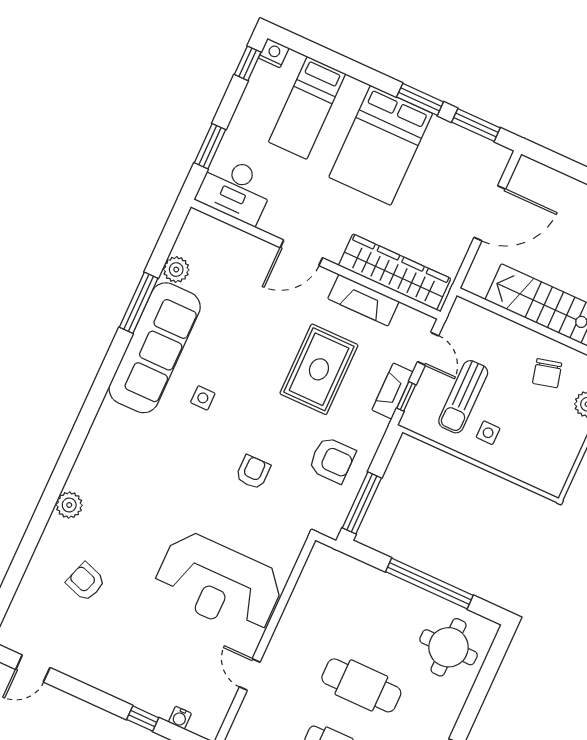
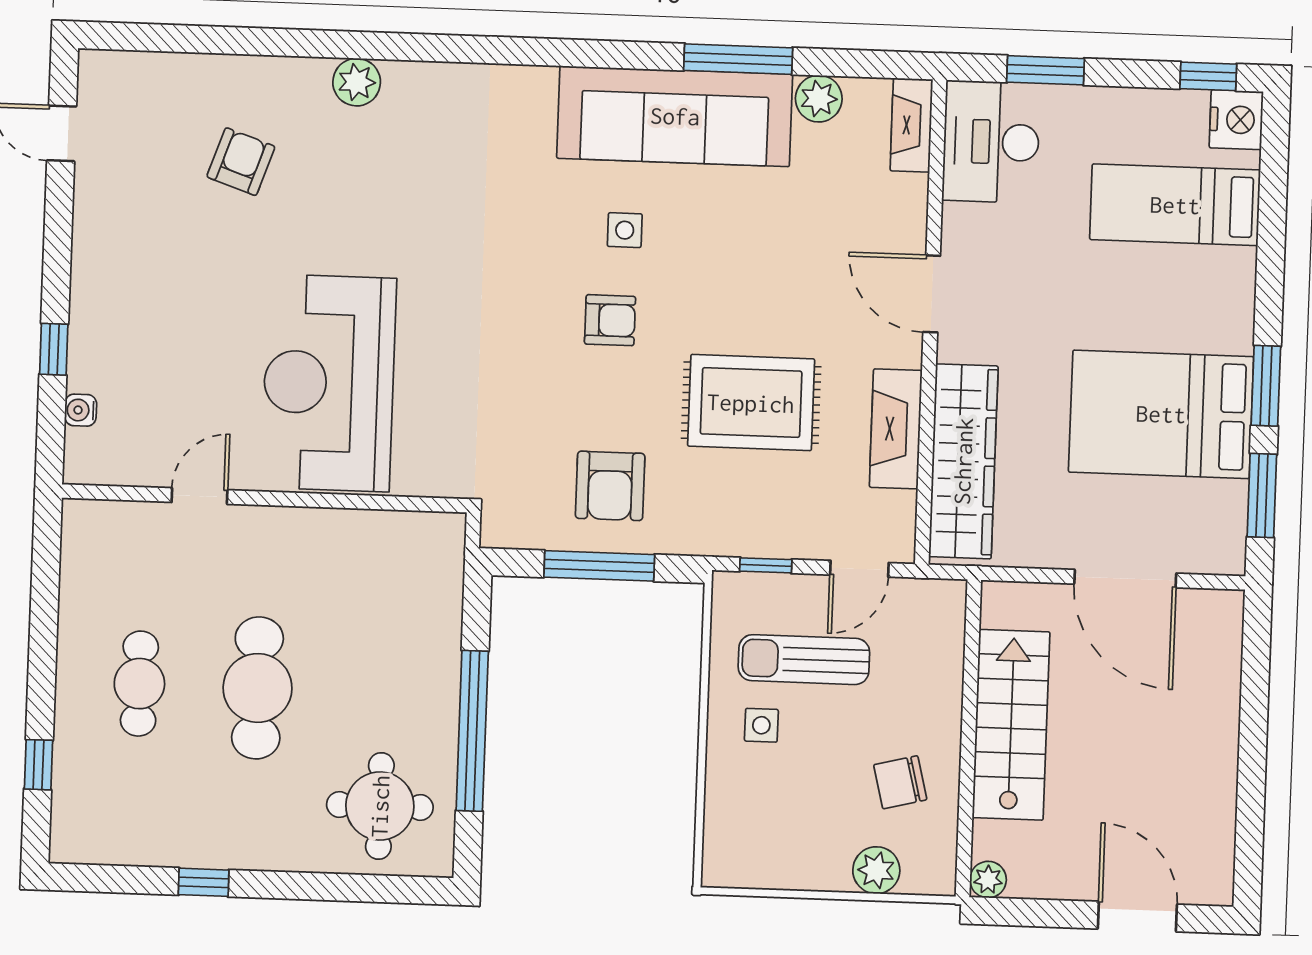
nightstand: (274, 53) -> (1236, 120), width x1.36, depth x1.33
bed: (381, 145) -> (1161, 414), moved
fireplace: (393, 391) -> (911, 125), moved, turned -90
armchair: (253, 472) -> (610, 320), moved
window: (362, 503) -> (599, 566), moved

